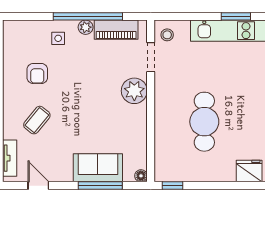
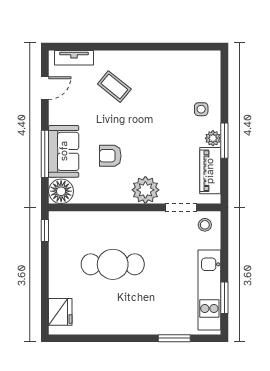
window: (88, 16) -> (224, 141), width x0.47
armchair: (37, 74) -> (110, 156), moved
floor lamp: (141, 176) -> (61, 191), width x1.89, depth x1.89

